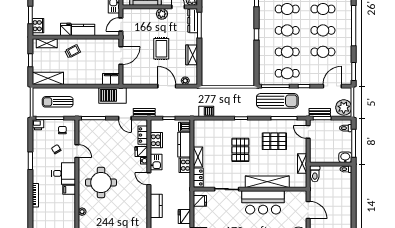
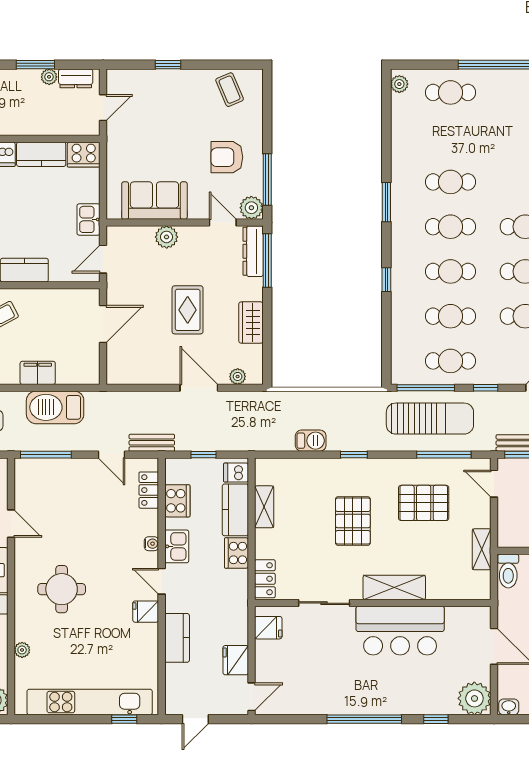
plant: (162, 14) -> (167, 237), moved
filing cabinet: (111, 79) -> (38, 373), moved
barbecue: (112, 95) -> (55, 407), moved
barbecue: (206, 111) -> (311, 441), moved
fridge: (141, 151) -> (146, 612), moved
shelving: (198, 157) -> (264, 507), moved
round table: (101, 182) -> (62, 589), width x0.73, depth x0.73
shelving: (267, 182) -> (394, 588), width x0.68

